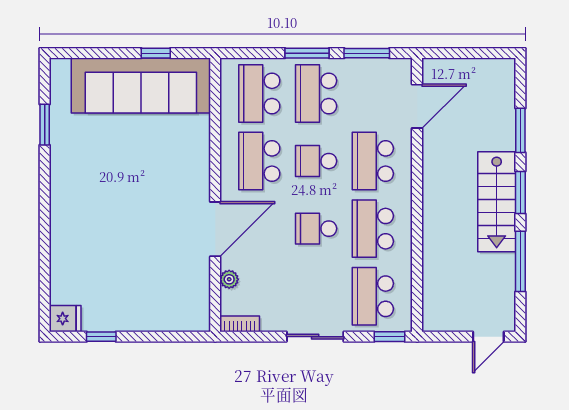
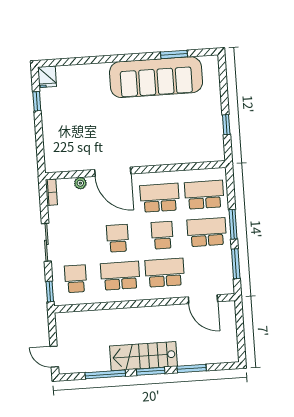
sofa: (141, 85) -> (156, 77), moved, turned -90
school desk: (373, 296) -> (76, 279), width x0.54

